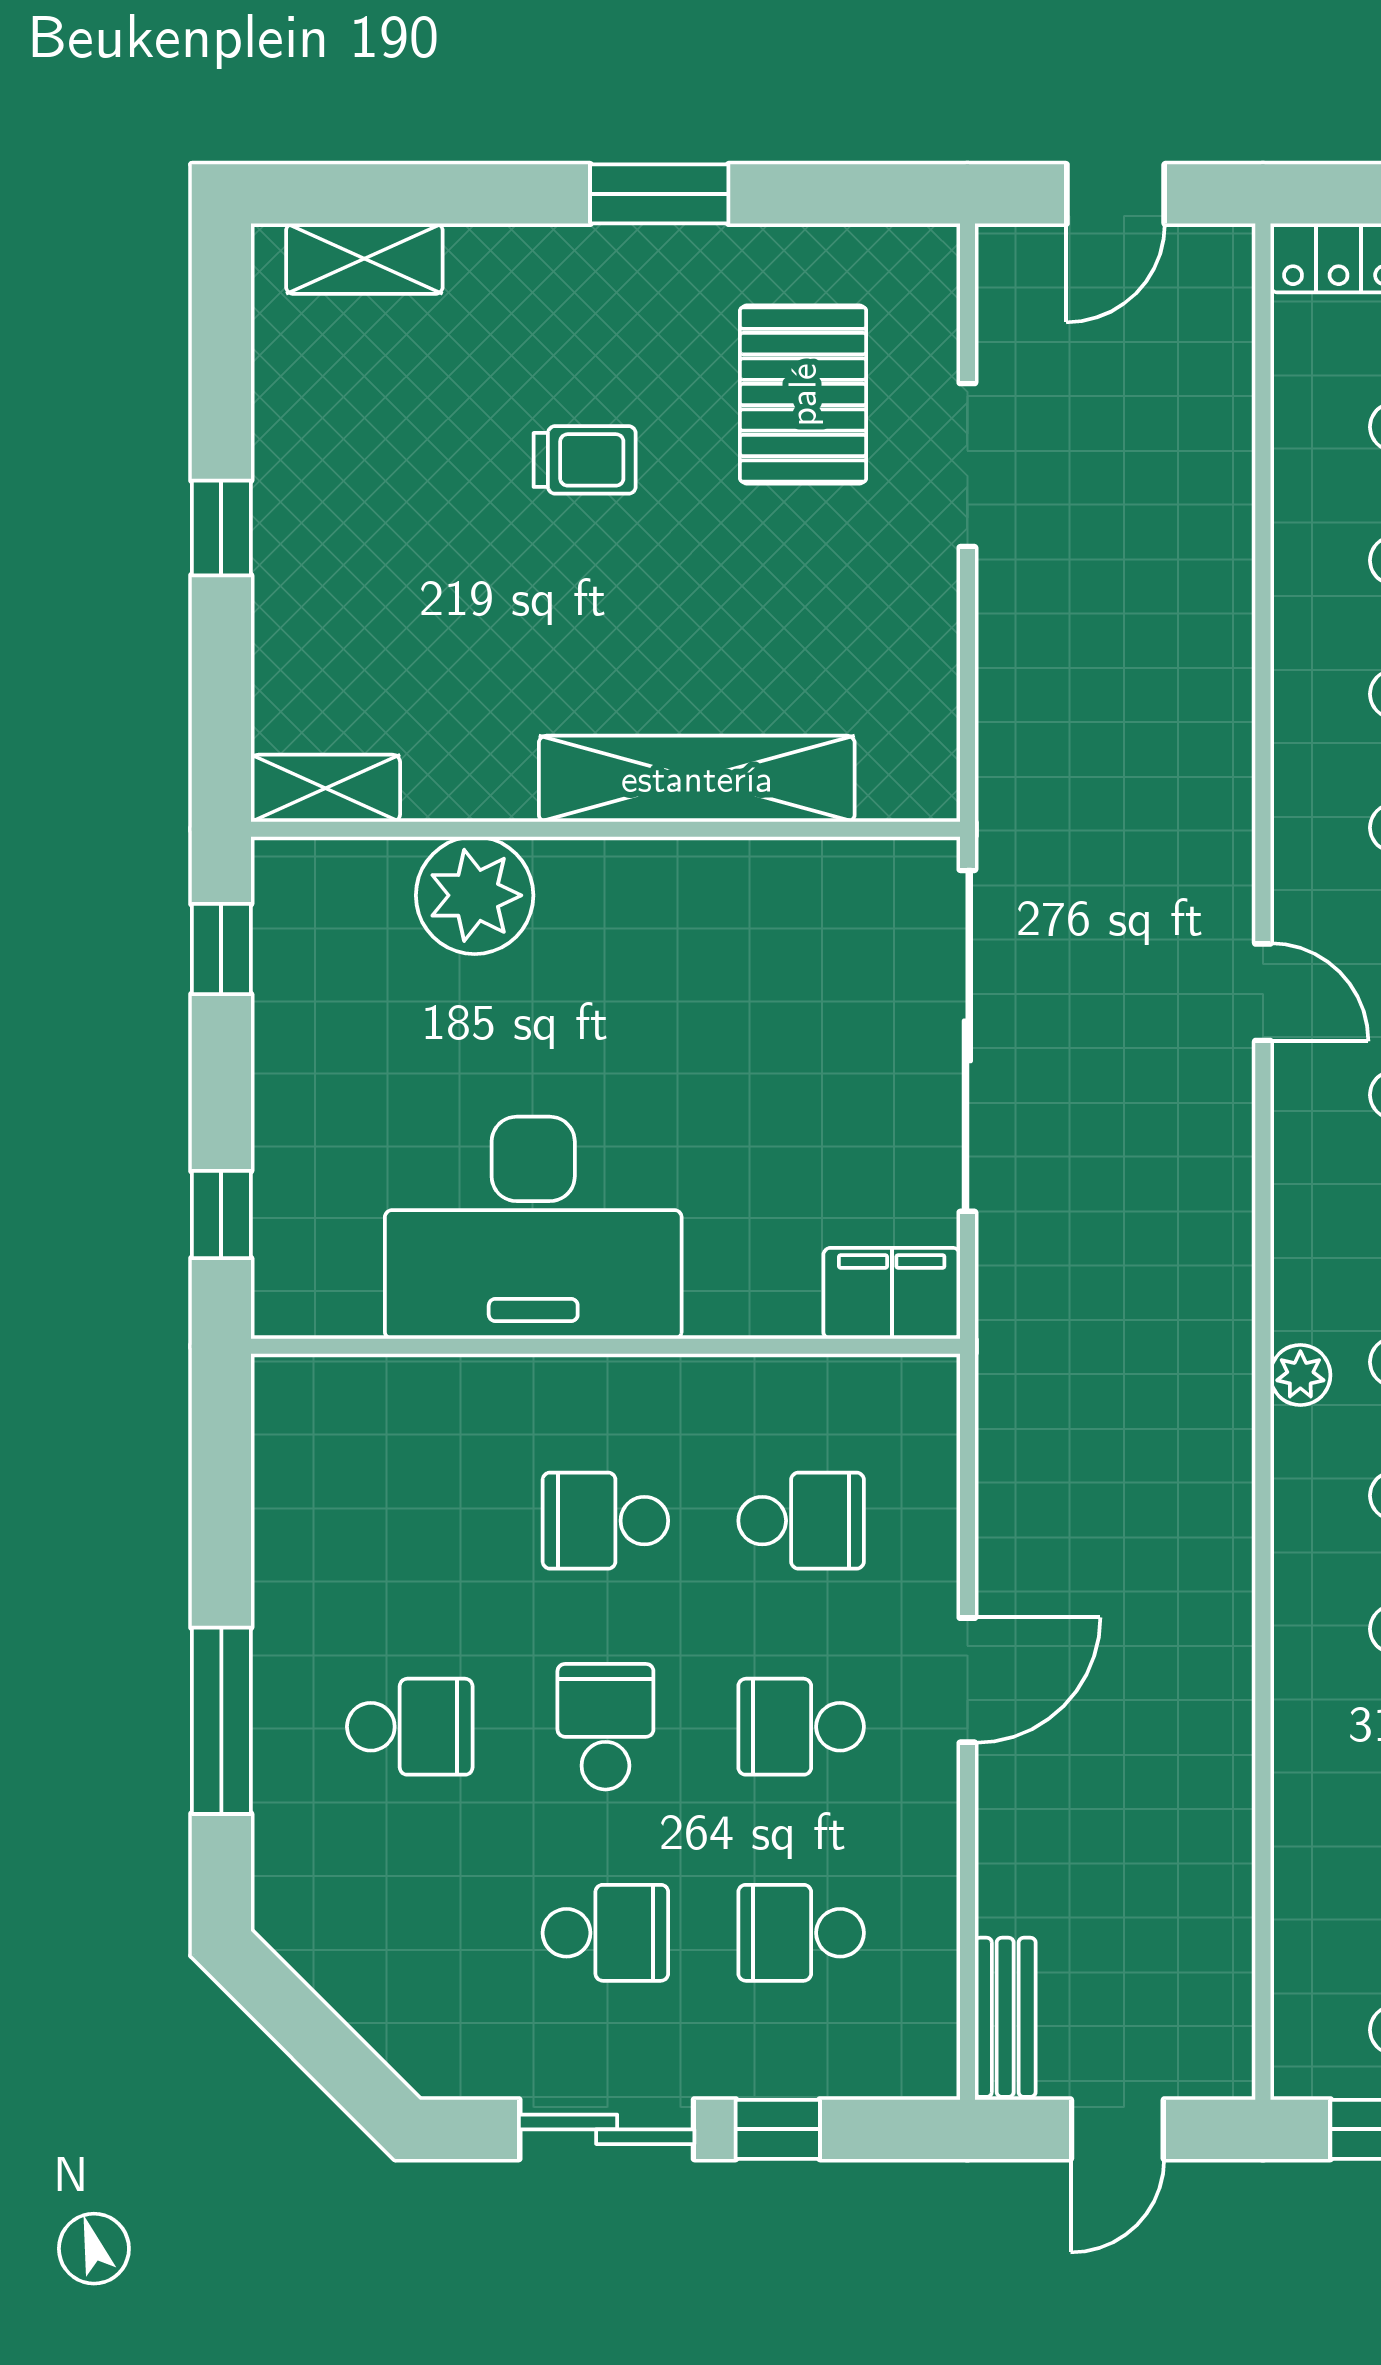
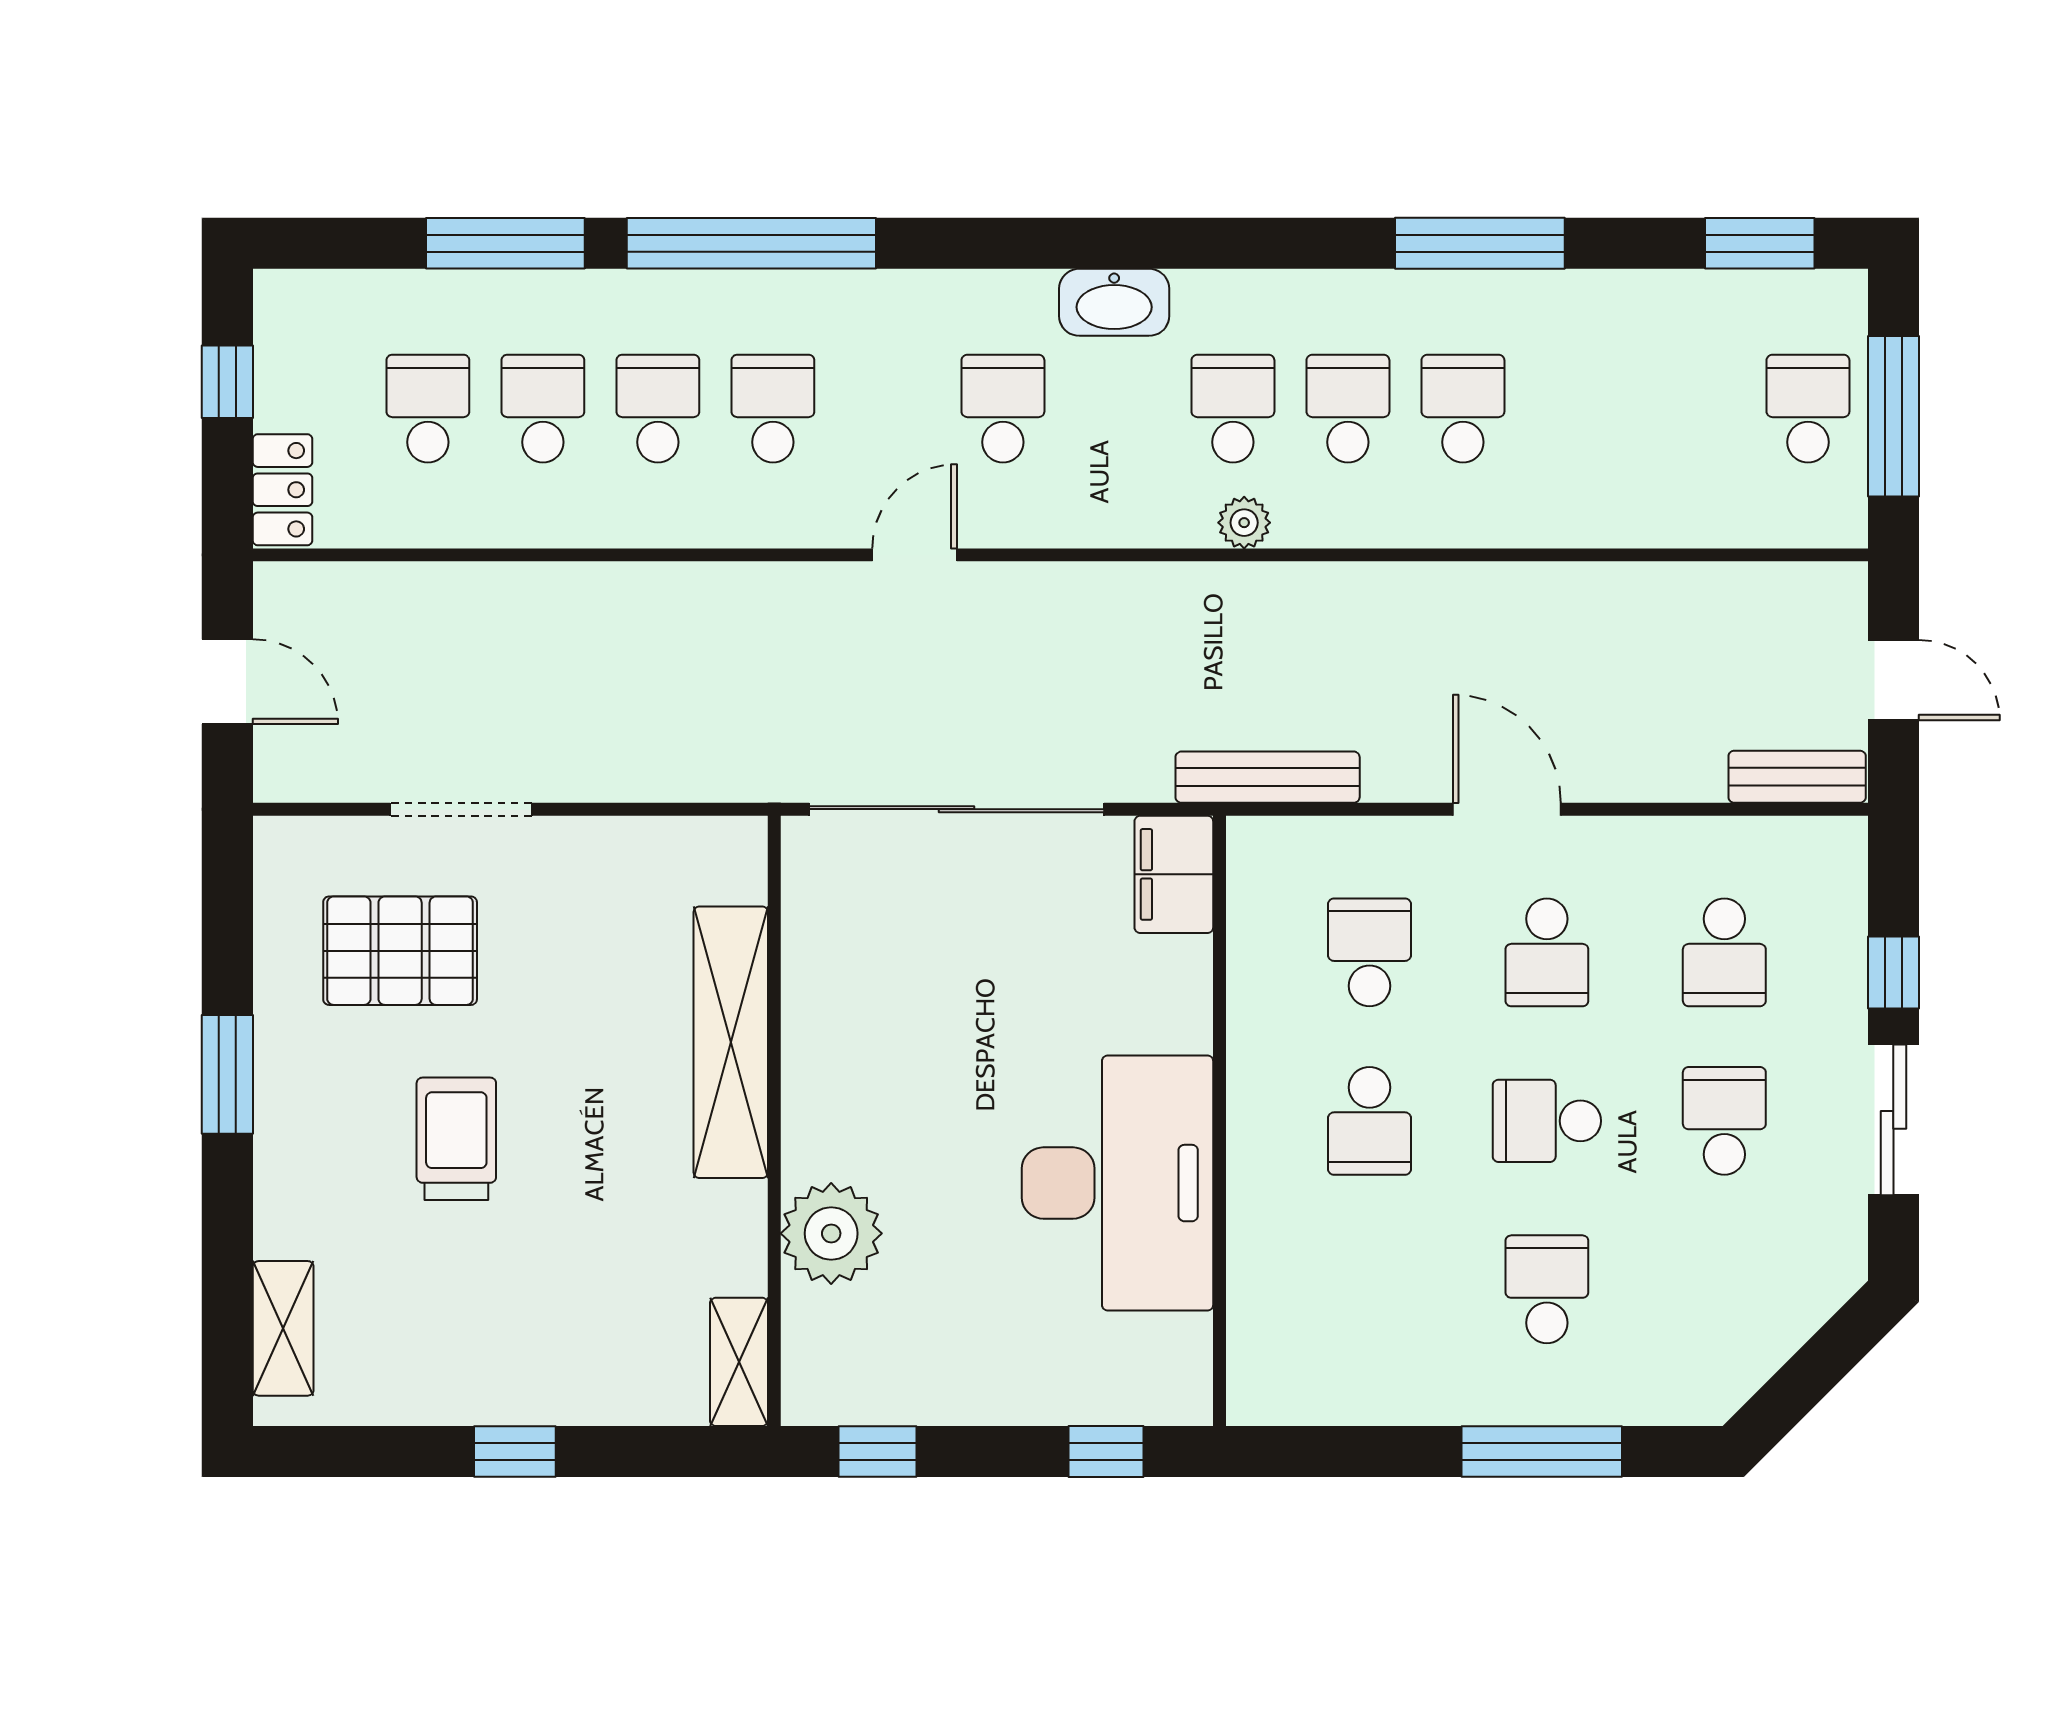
trolley: (585, 460) -> (456, 1139), width x1.36, depth x1.39
bench: (1005, 1402) -> (1268, 777), added

